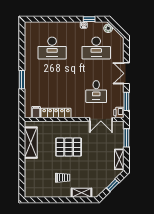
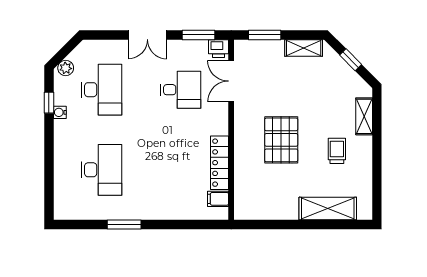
window: (22, 80) -> (124, 224), moved
double door: (101, 119) -> (231, 81), swing flipped
shelving: (31, 143) -> (328, 208), moved

